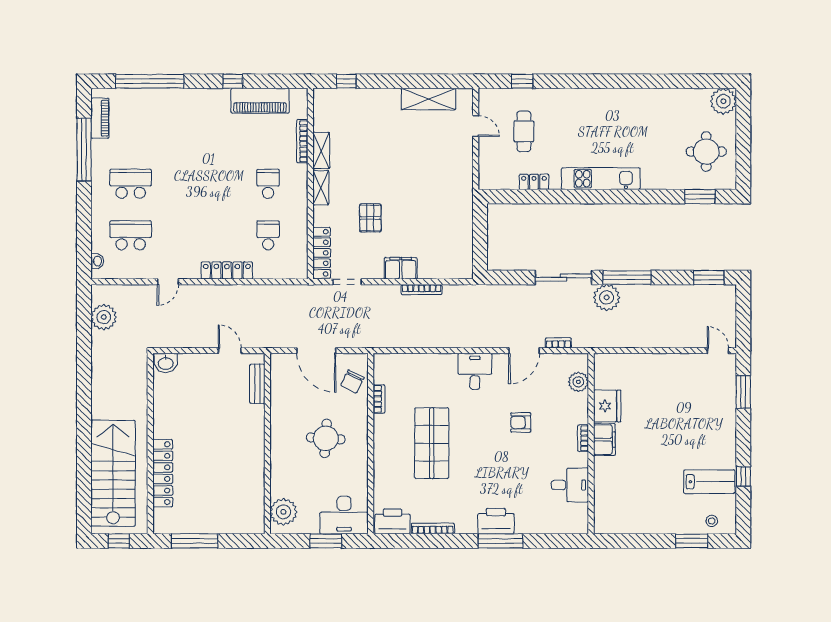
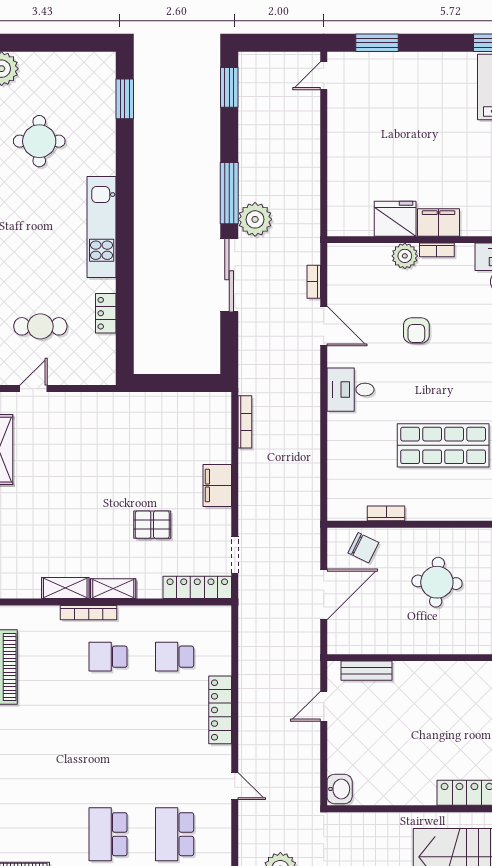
bookcase: (302, 141) -> (89, 613), moved
round table: (706, 152) -> (39, 141), moved
bookcase: (422, 290) -> (245, 422), moved
plant: (578, 382) -> (405, 256), moved

